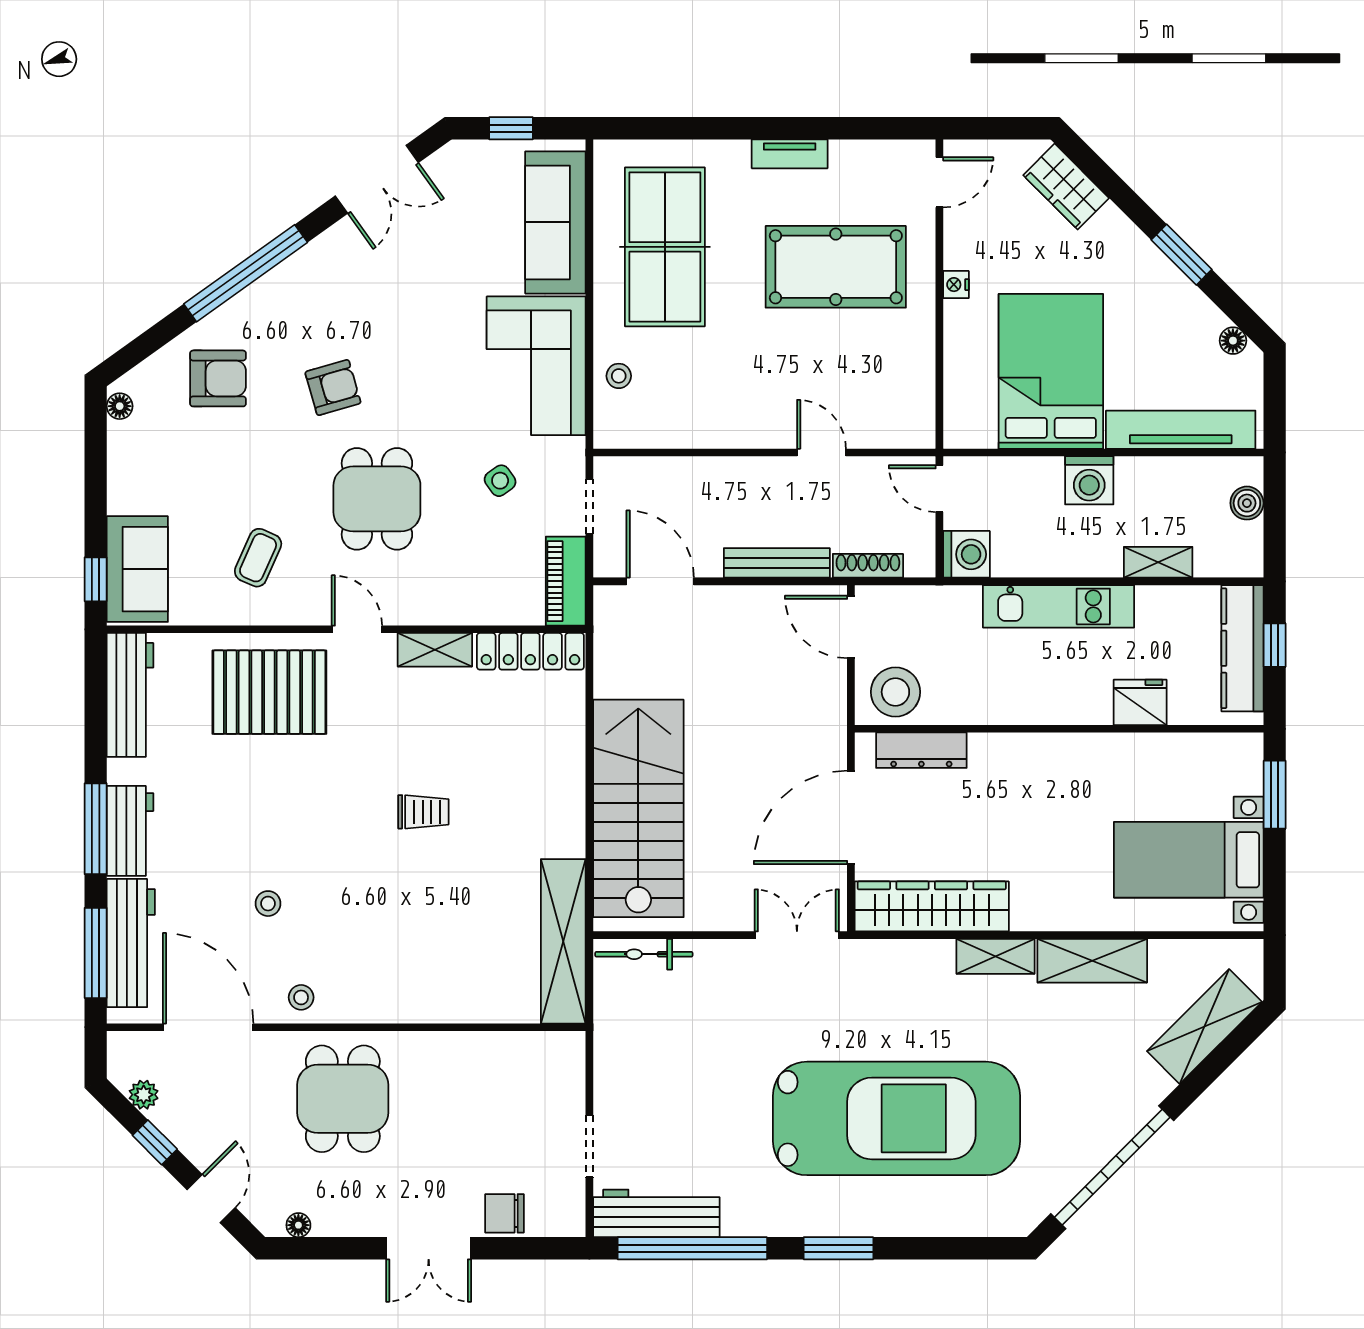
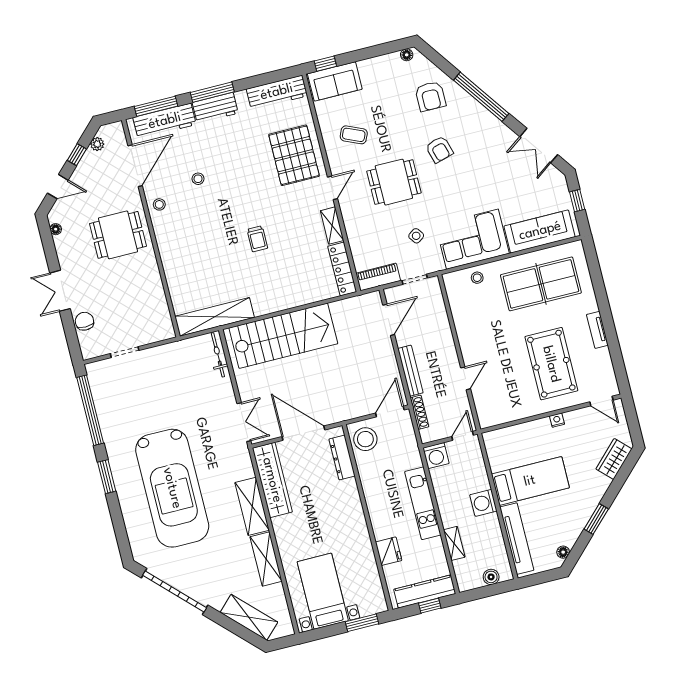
bed: (1051, 371) -> (530, 481), width x0.67
shelving: (995, 956) -> (252, 506), width x1.50, depth x1.33
workbench: (656, 1213) -> (102, 390), removed

